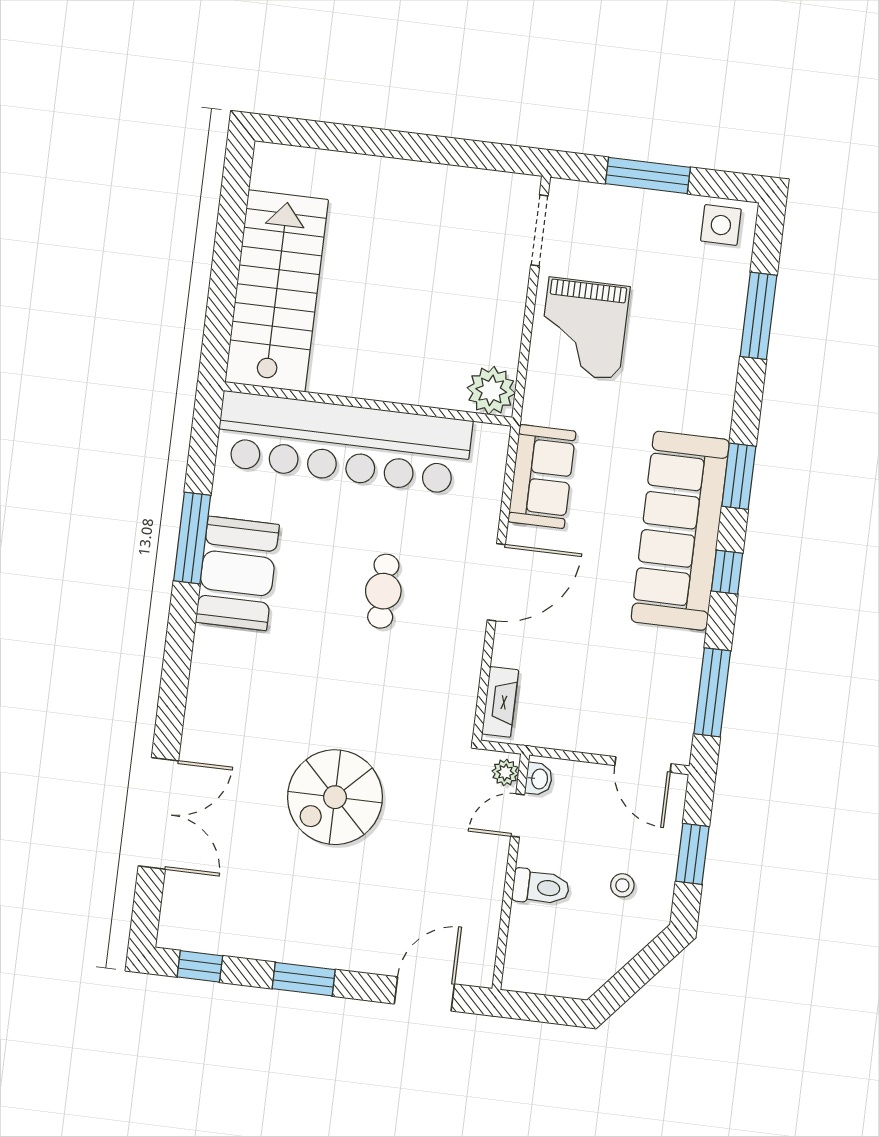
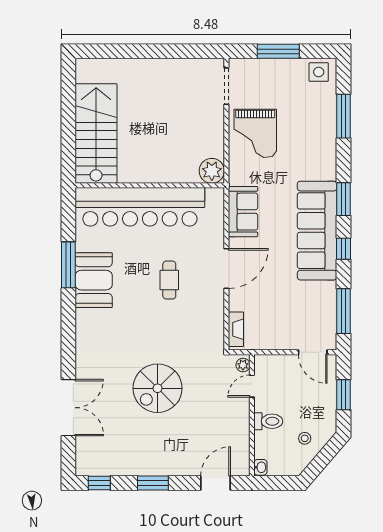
washbasin: (539, 779) -> (260, 467), moved
stool: (622, 885) -> (305, 438), moved

